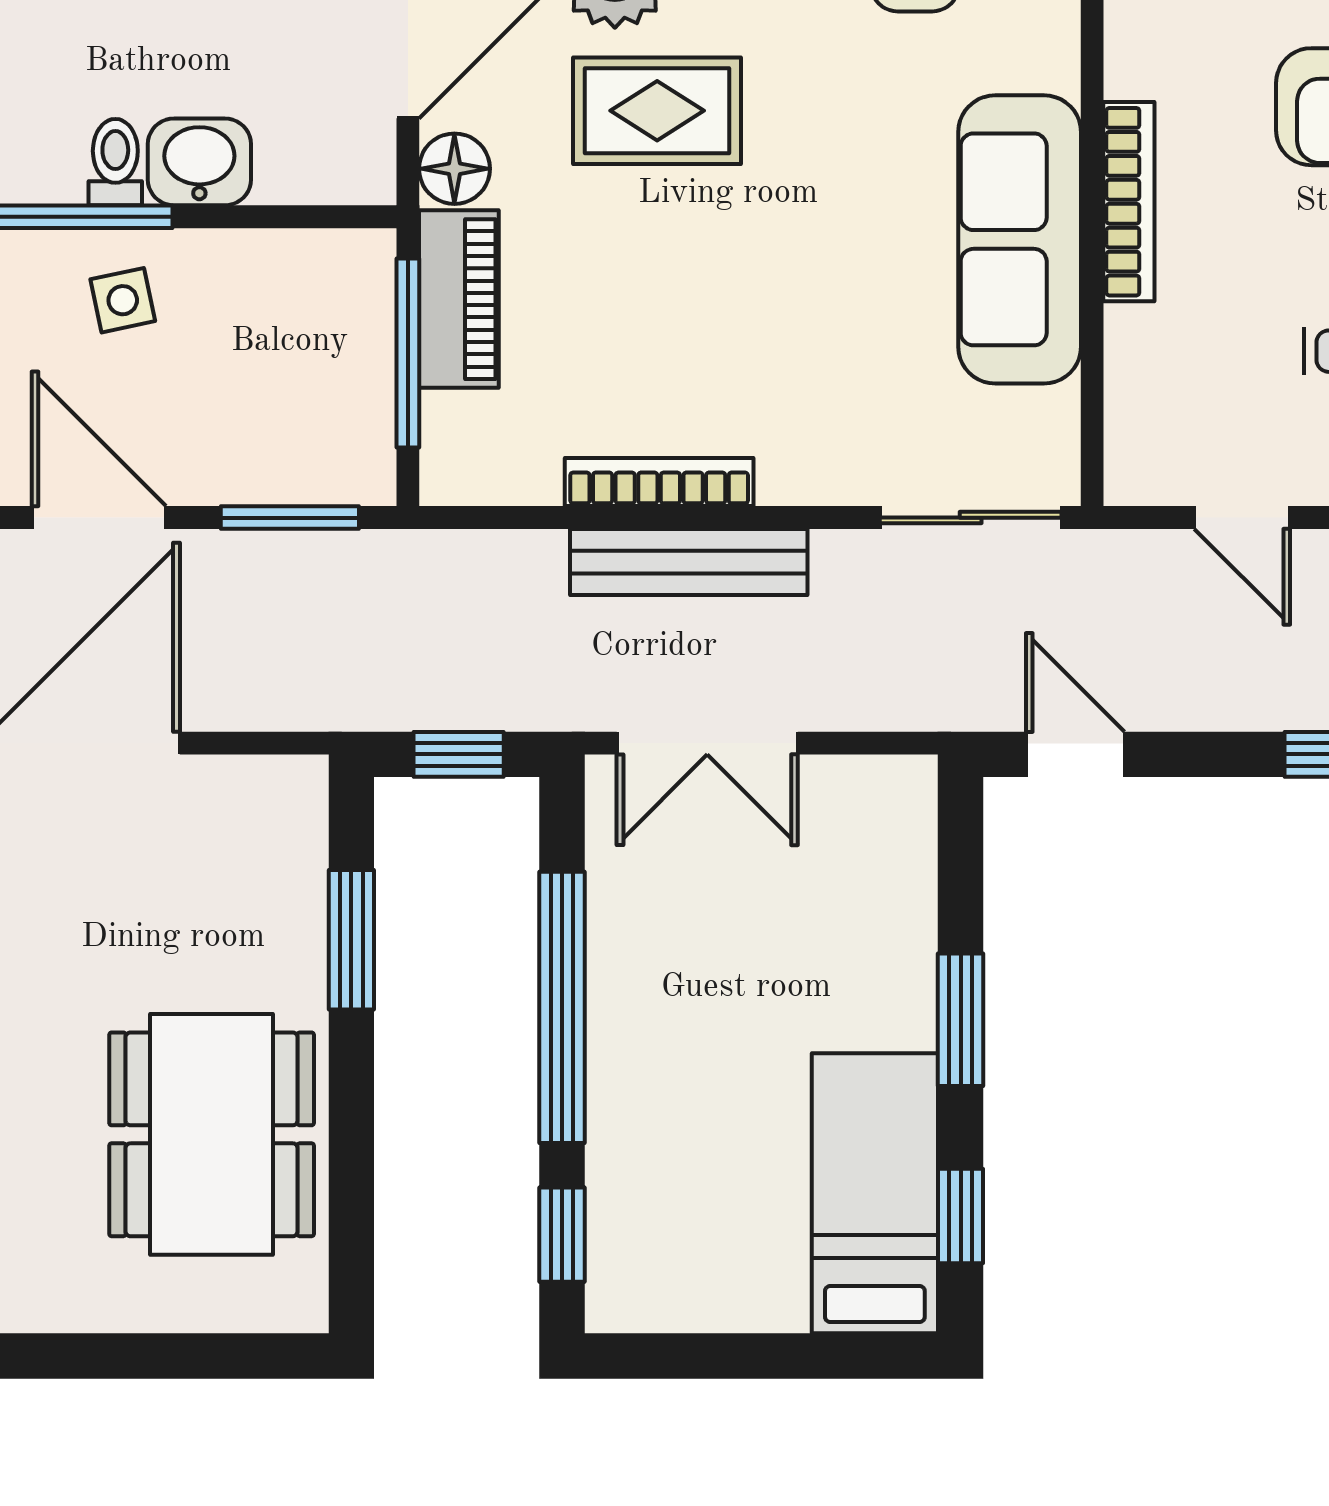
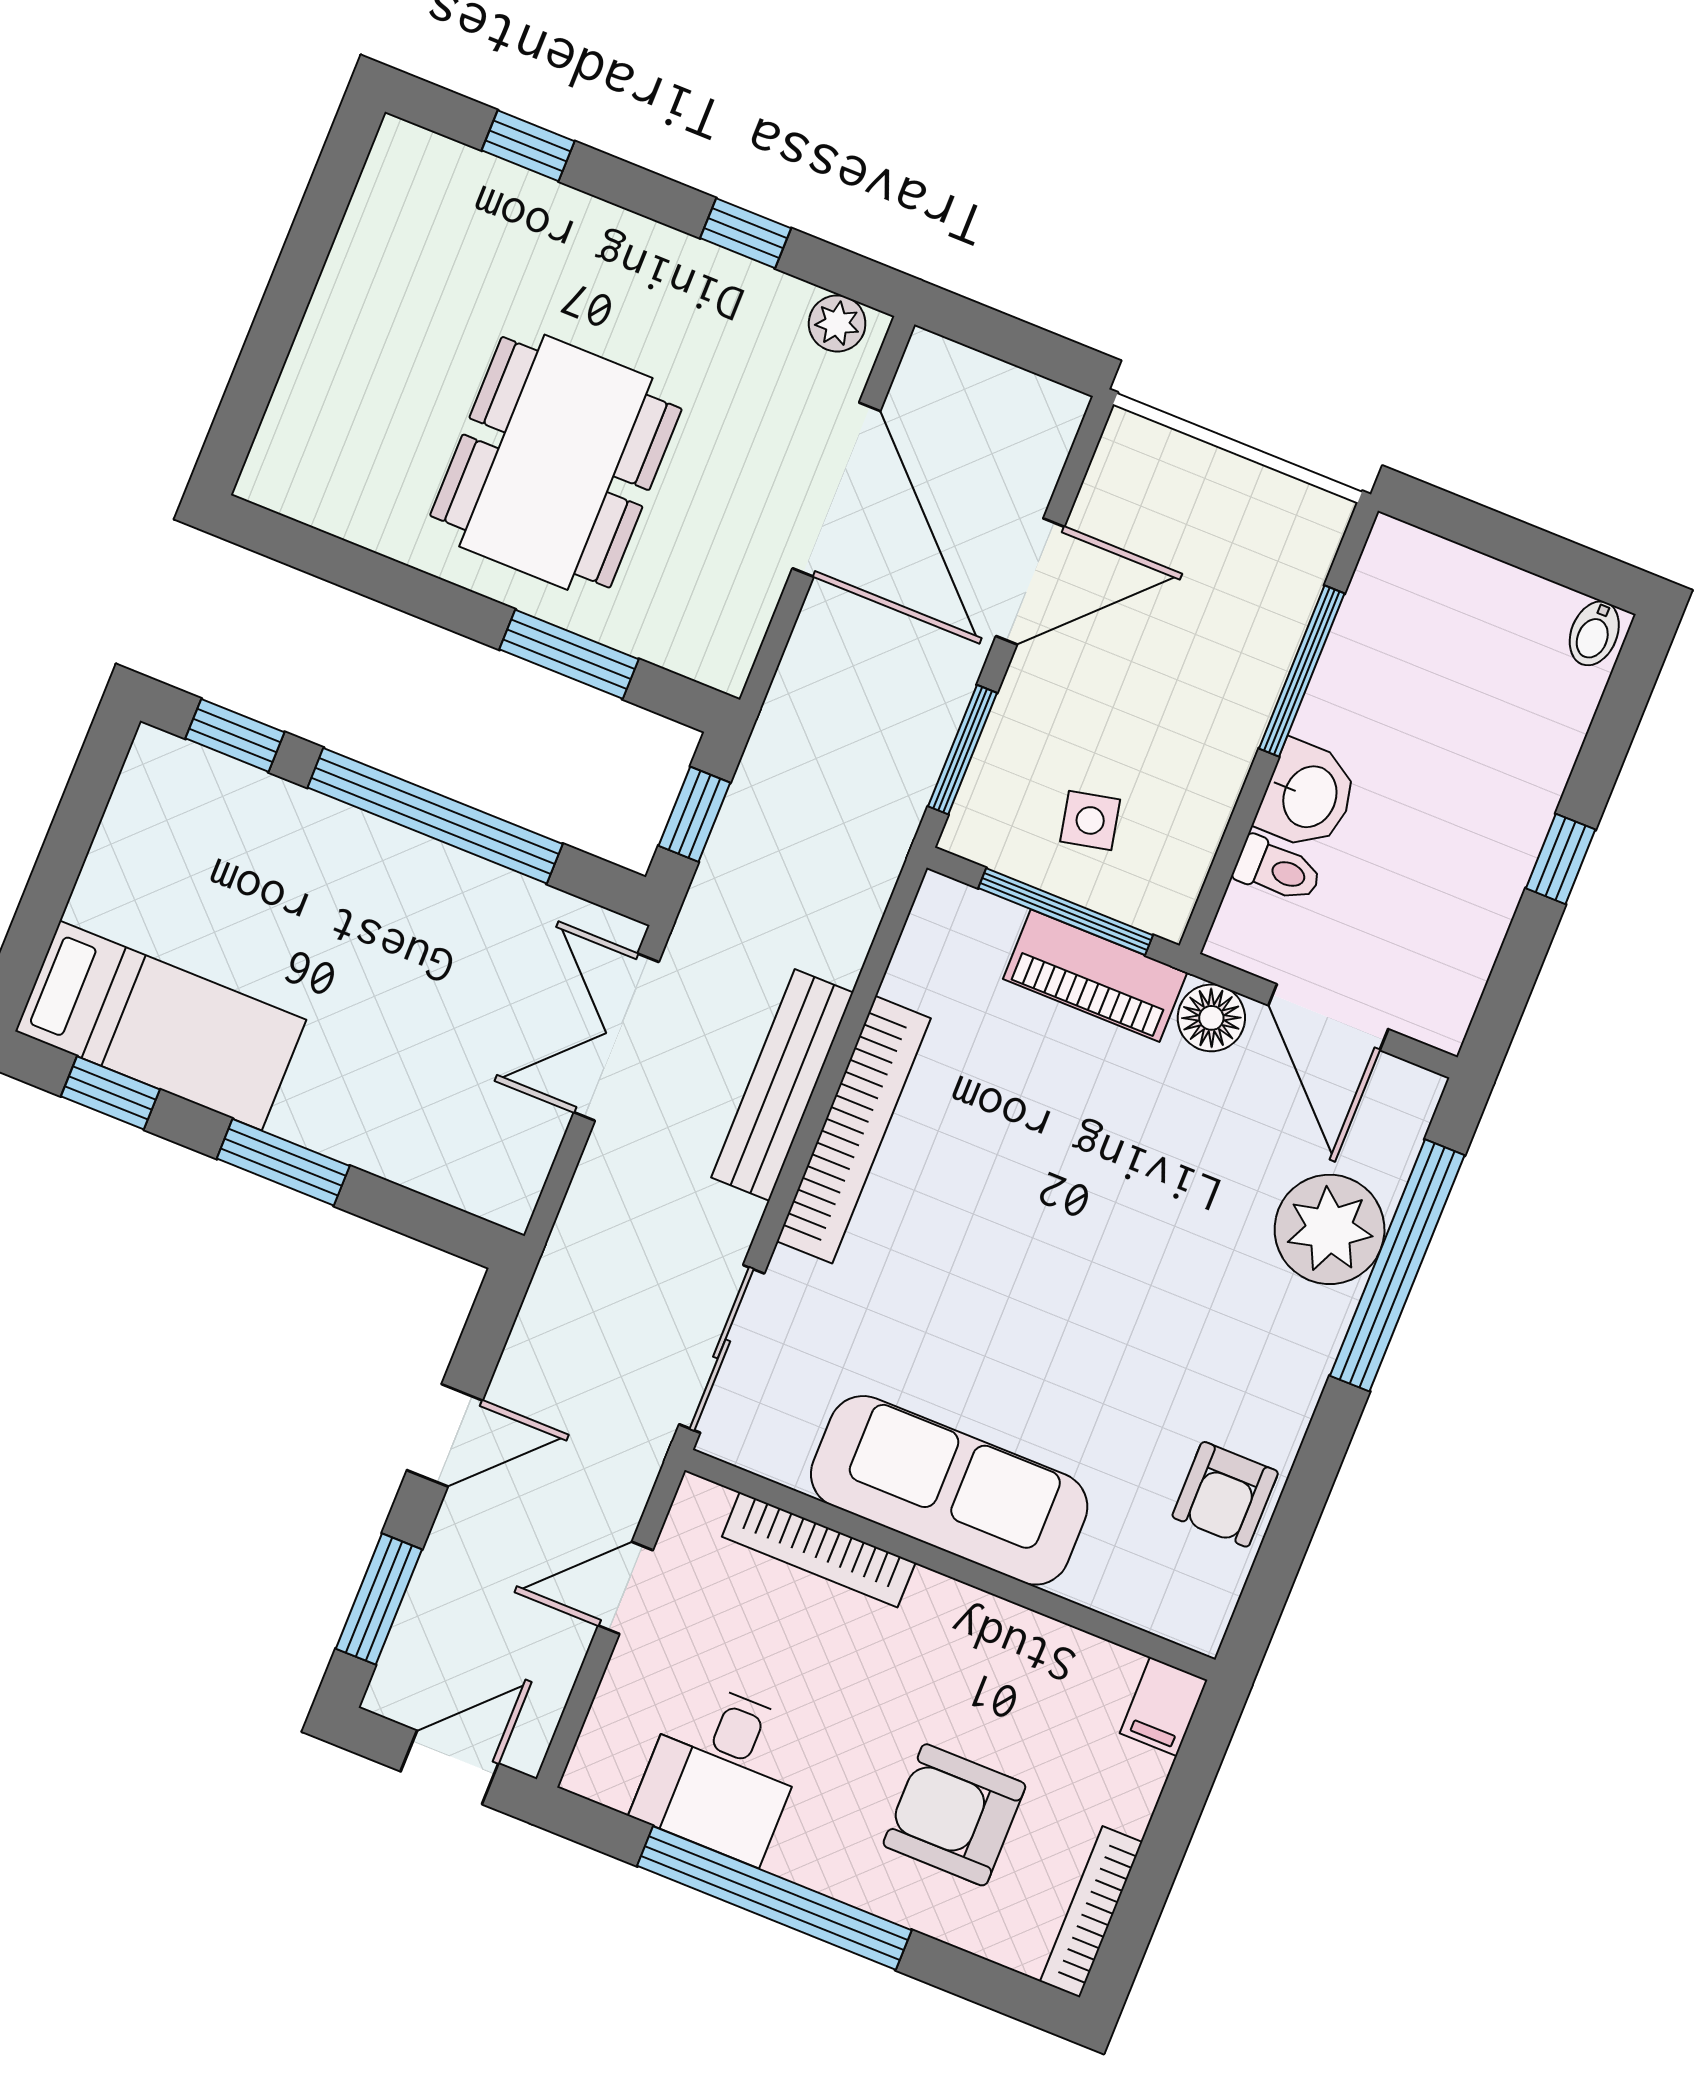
rug: (657, 111) -> (1191, 1217), removed
toilet: (115, 162) -> (1278, 870), moved
bookcase: (1129, 202) -> (819, 1550), moved
side table: (123, 300) -> (1090, 820), moved
bookcase: (659, 482) -> (854, 1130), width x1.48, depth x1.31
door: (1075, 754) -> (445, 1435), moved
dining table: (212, 1134) -> (556, 462), moved, turned 90

